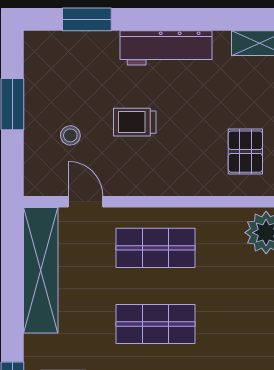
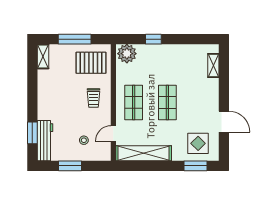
workbench: (166, 48) -> (45, 141), moved
trolley: (135, 122) -> (93, 98), moved
pallet: (245, 152) -> (91, 63), width x1.50, depth x1.42

